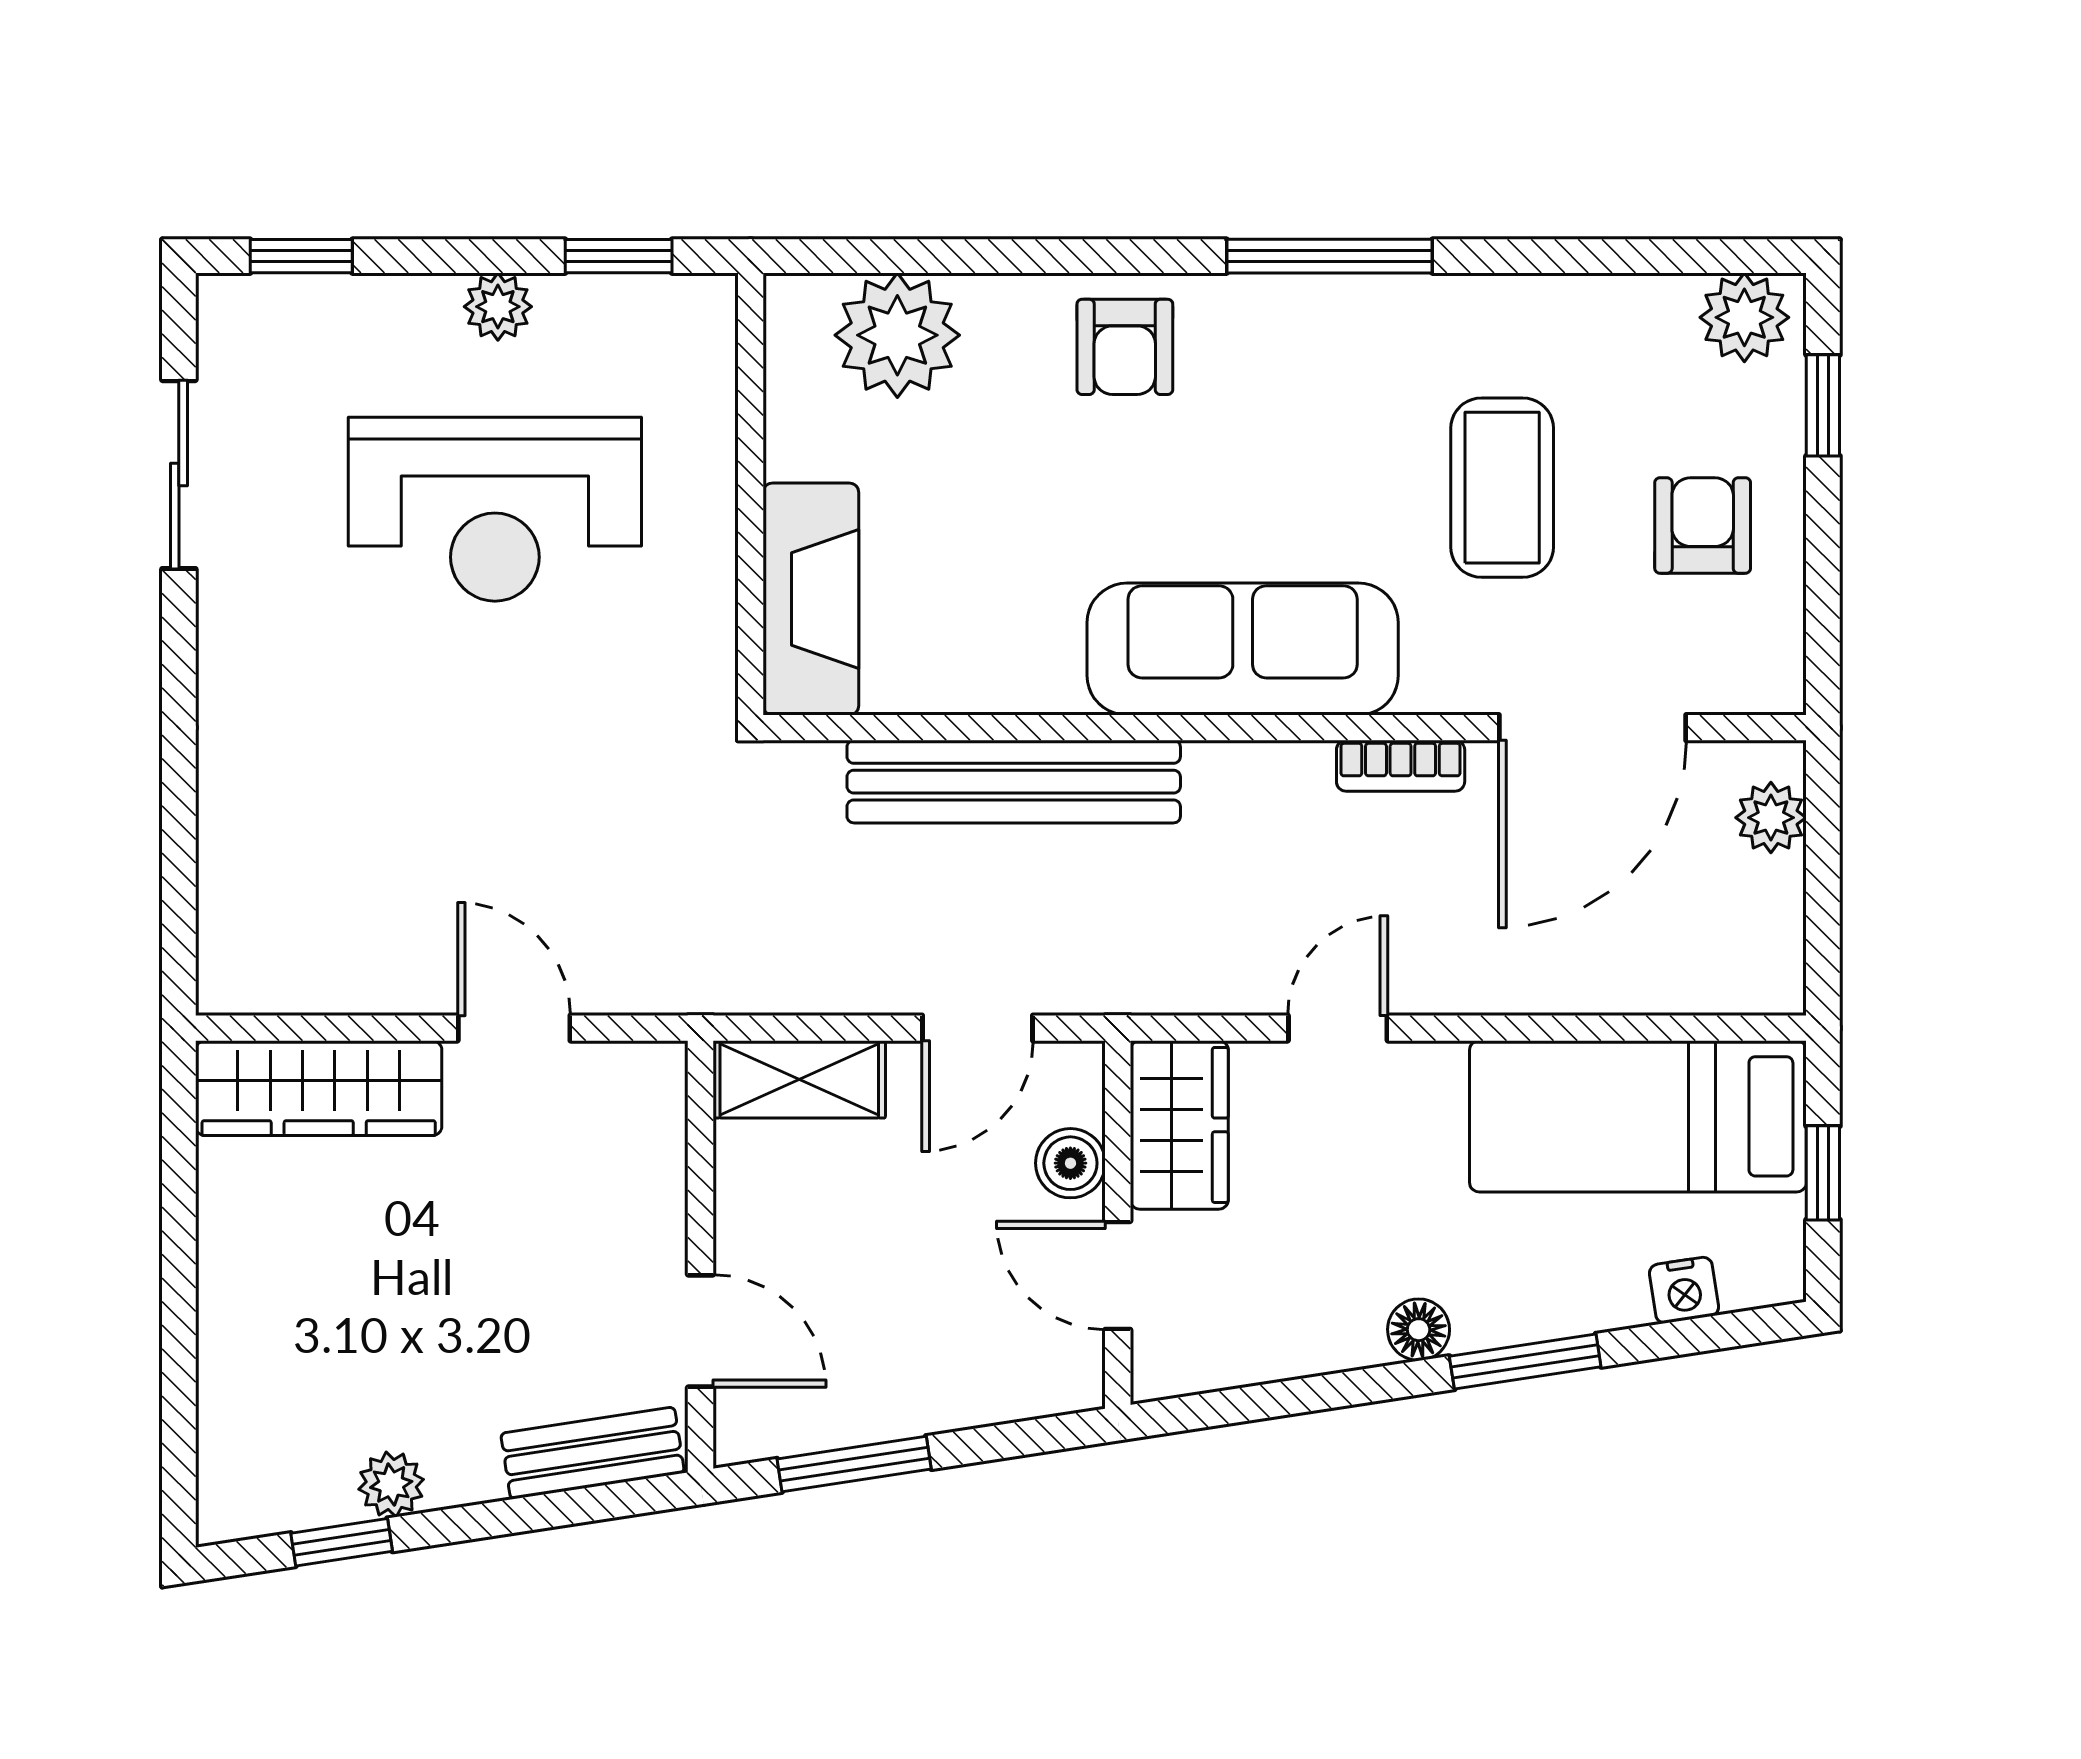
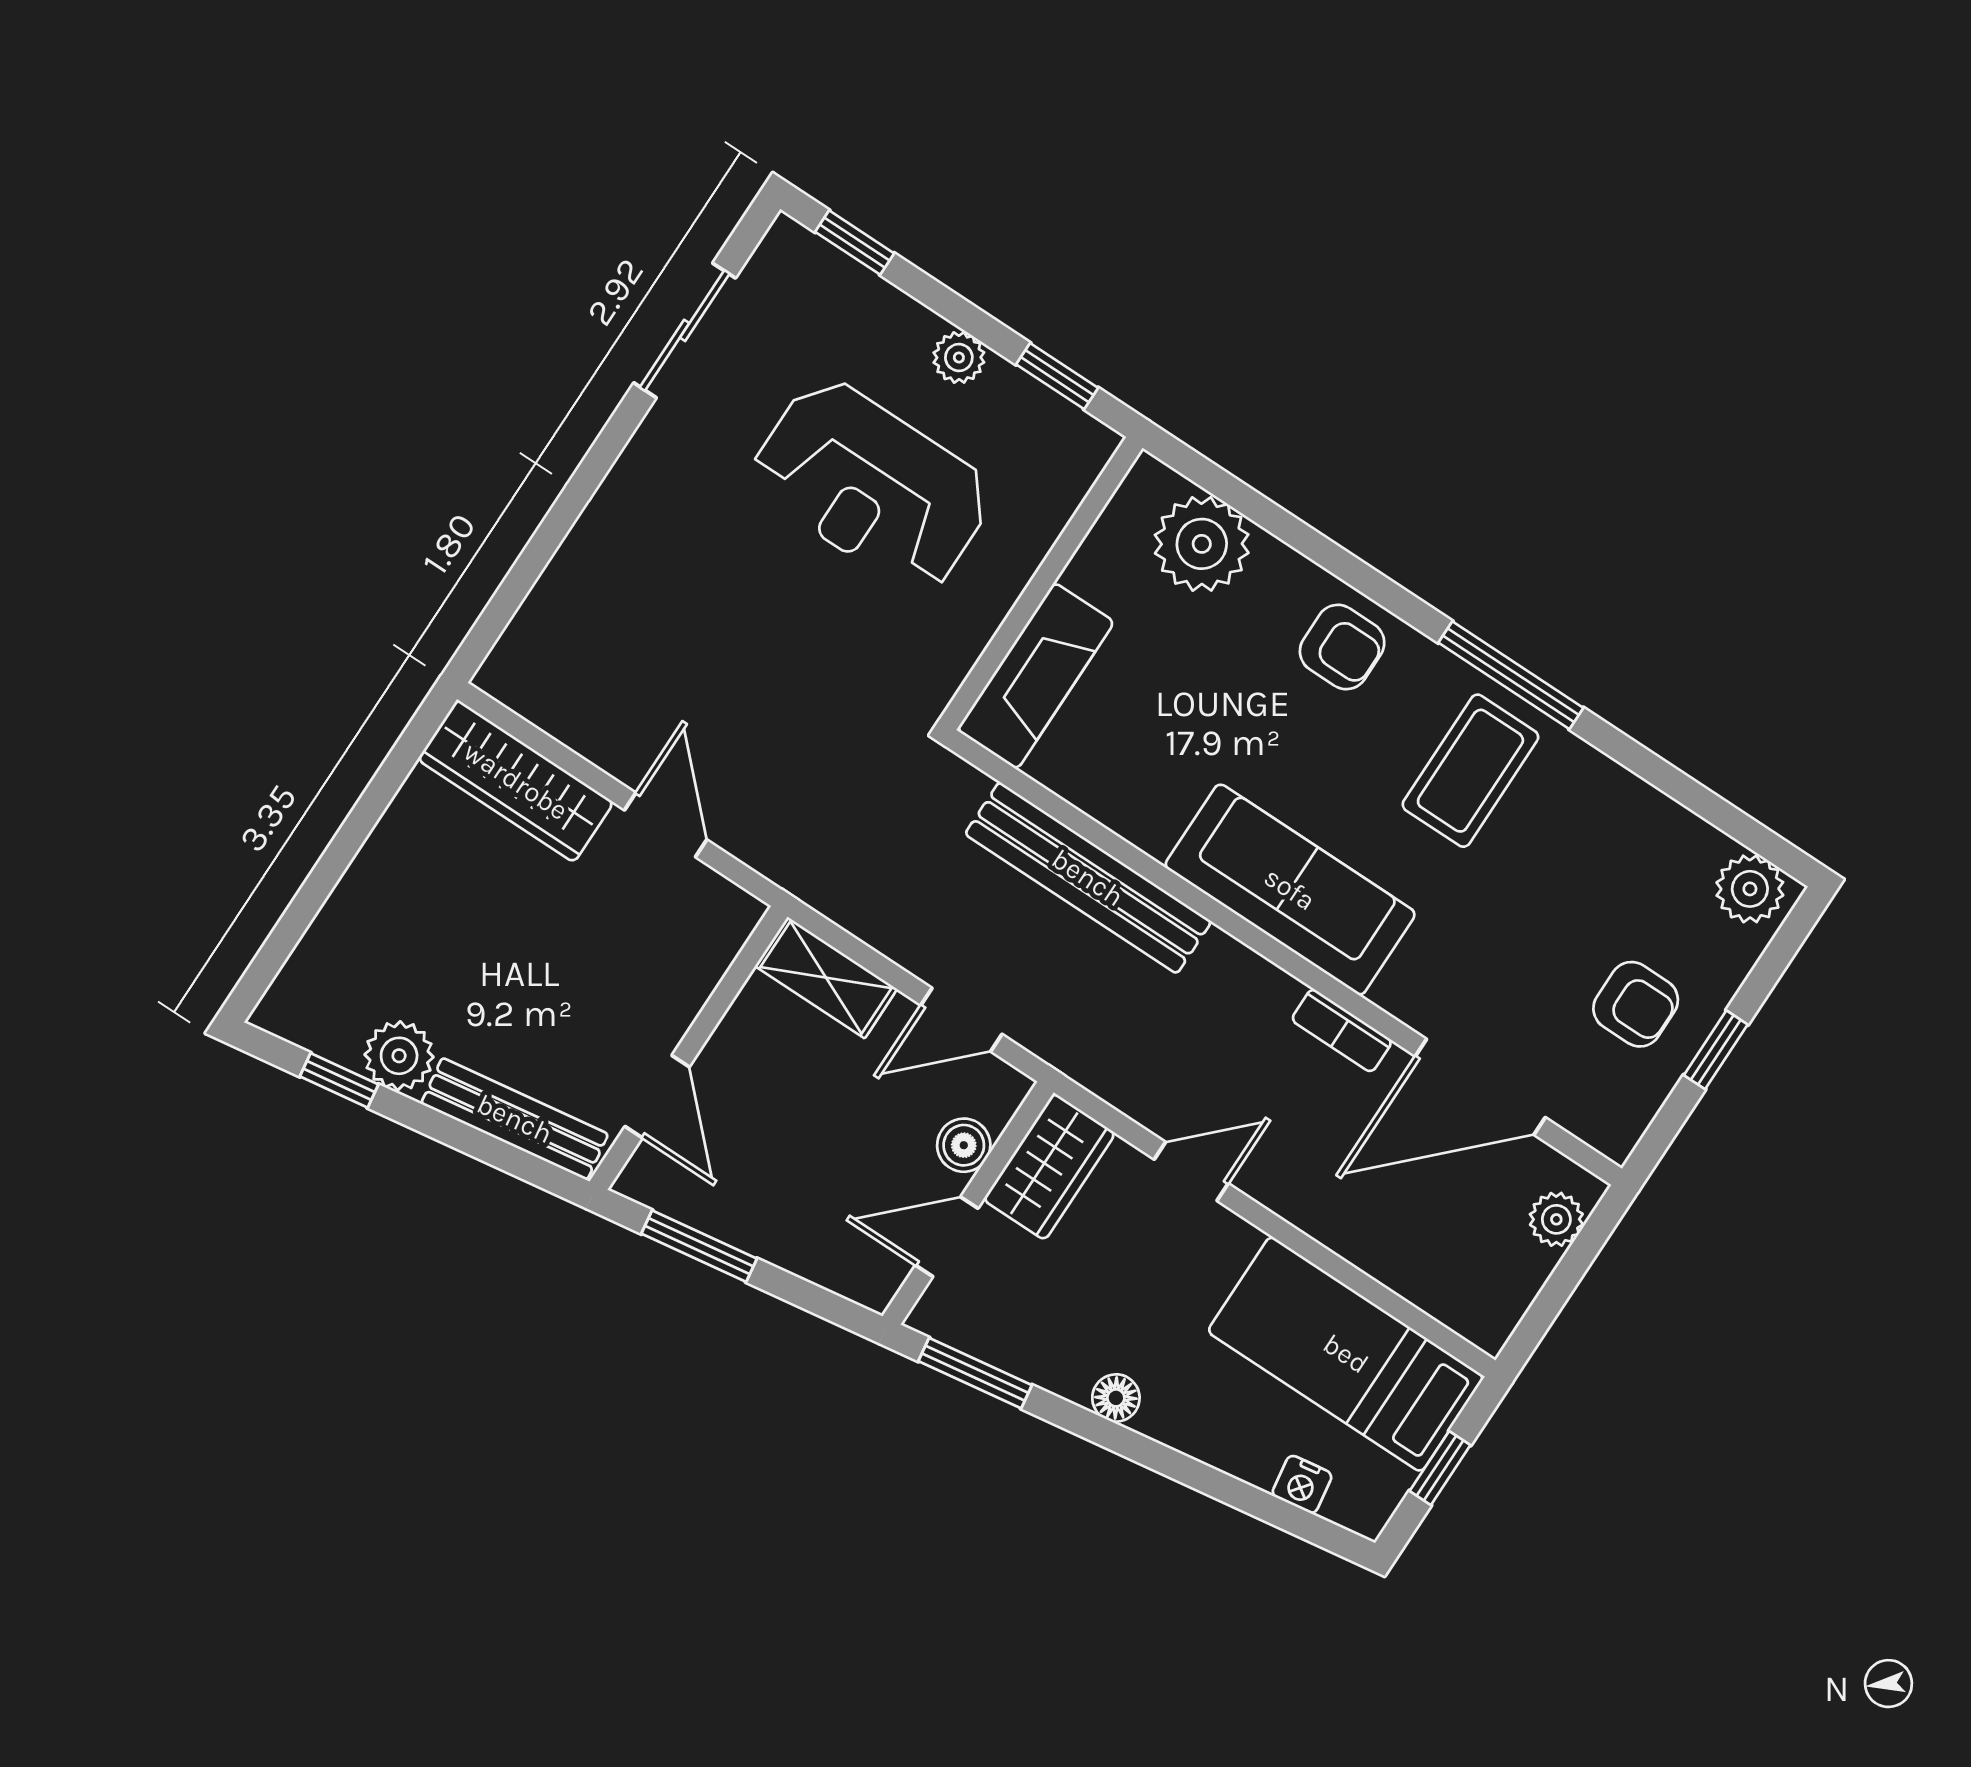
armchair: (1125, 347) -> (1342, 647), turned -90
window: (1823, 405) -> (1716, 1050), moved
coffee table: (1502, 488) -> (1470, 771), moved
armchair: (1703, 526) -> (1636, 1004), turned 90
door: (1118, 1275) -> (947, 1237), hinge flipped
window: (1525, 1362) -> (975, 1373), moved
bench: (593, 1453) -> (515, 1119), width x1.36
plant: (391, 1484) -> (399, 1056), width x1.38, depth x1.38

